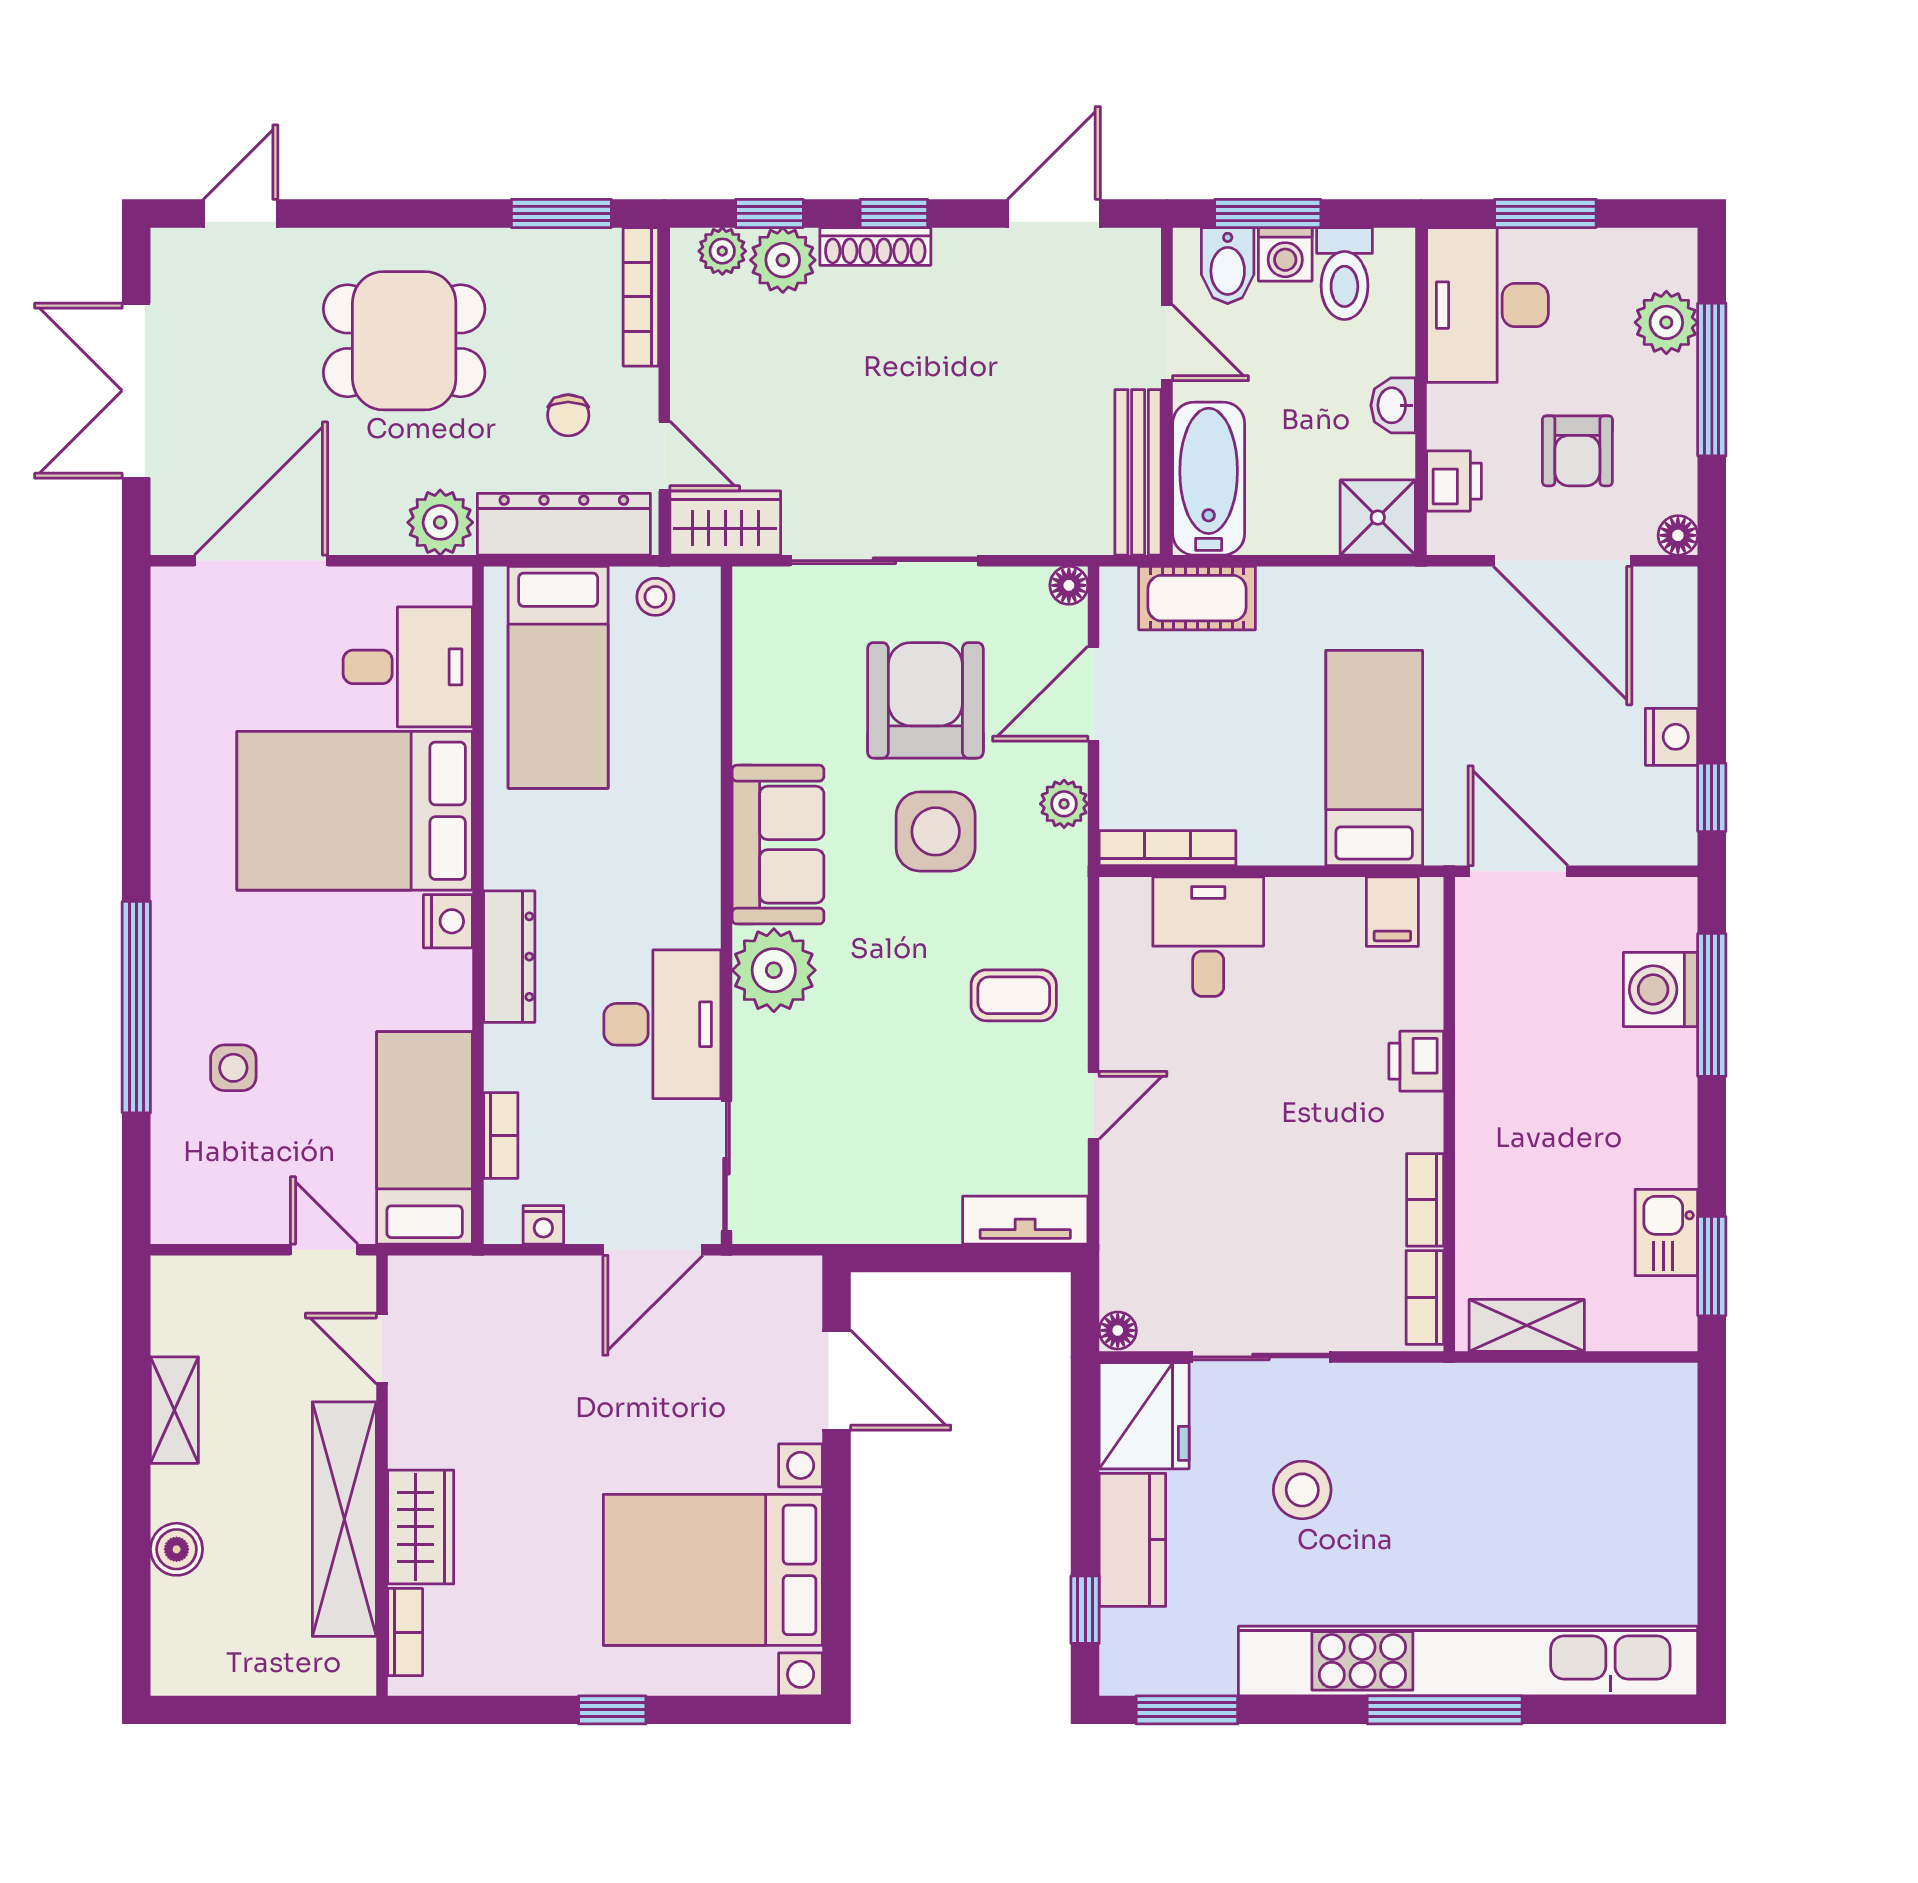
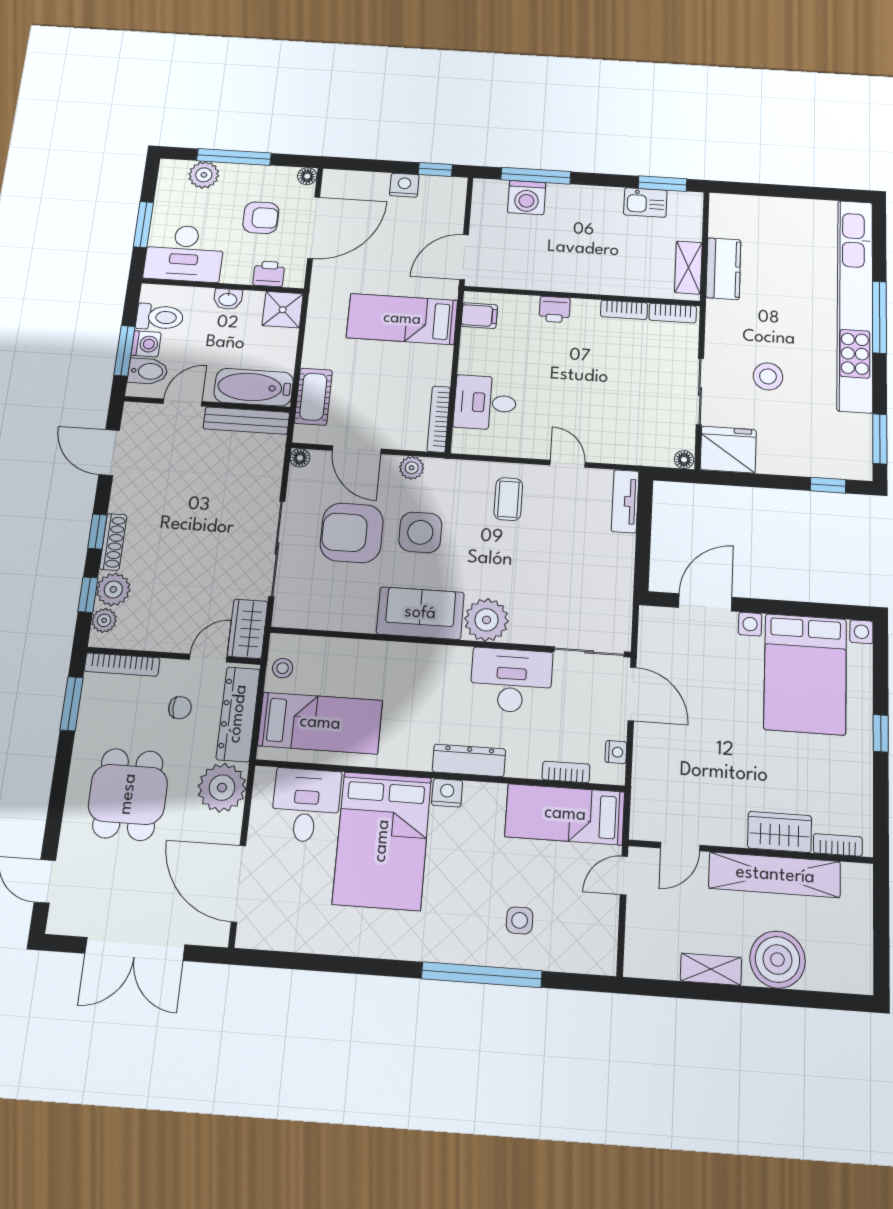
plant: (440, 522) -> (222, 788), width x1.36, depth x1.36
kitchen counter: (1132, 1540) -> (723, 269), moved, turned 90
boiler: (177, 1549) -> (777, 960), width x1.86, depth x1.86

